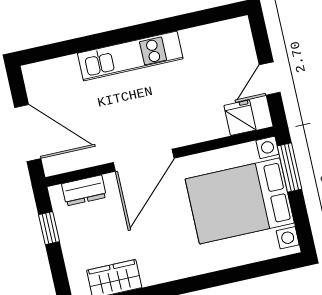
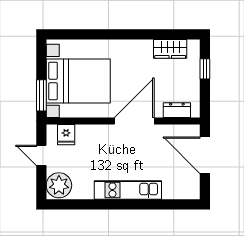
plant: (234, 40) -> (59, 185), added
door: (270, 79) -> (41, 155), swing flipped
window: (49, 228) -> (205, 69), moved

